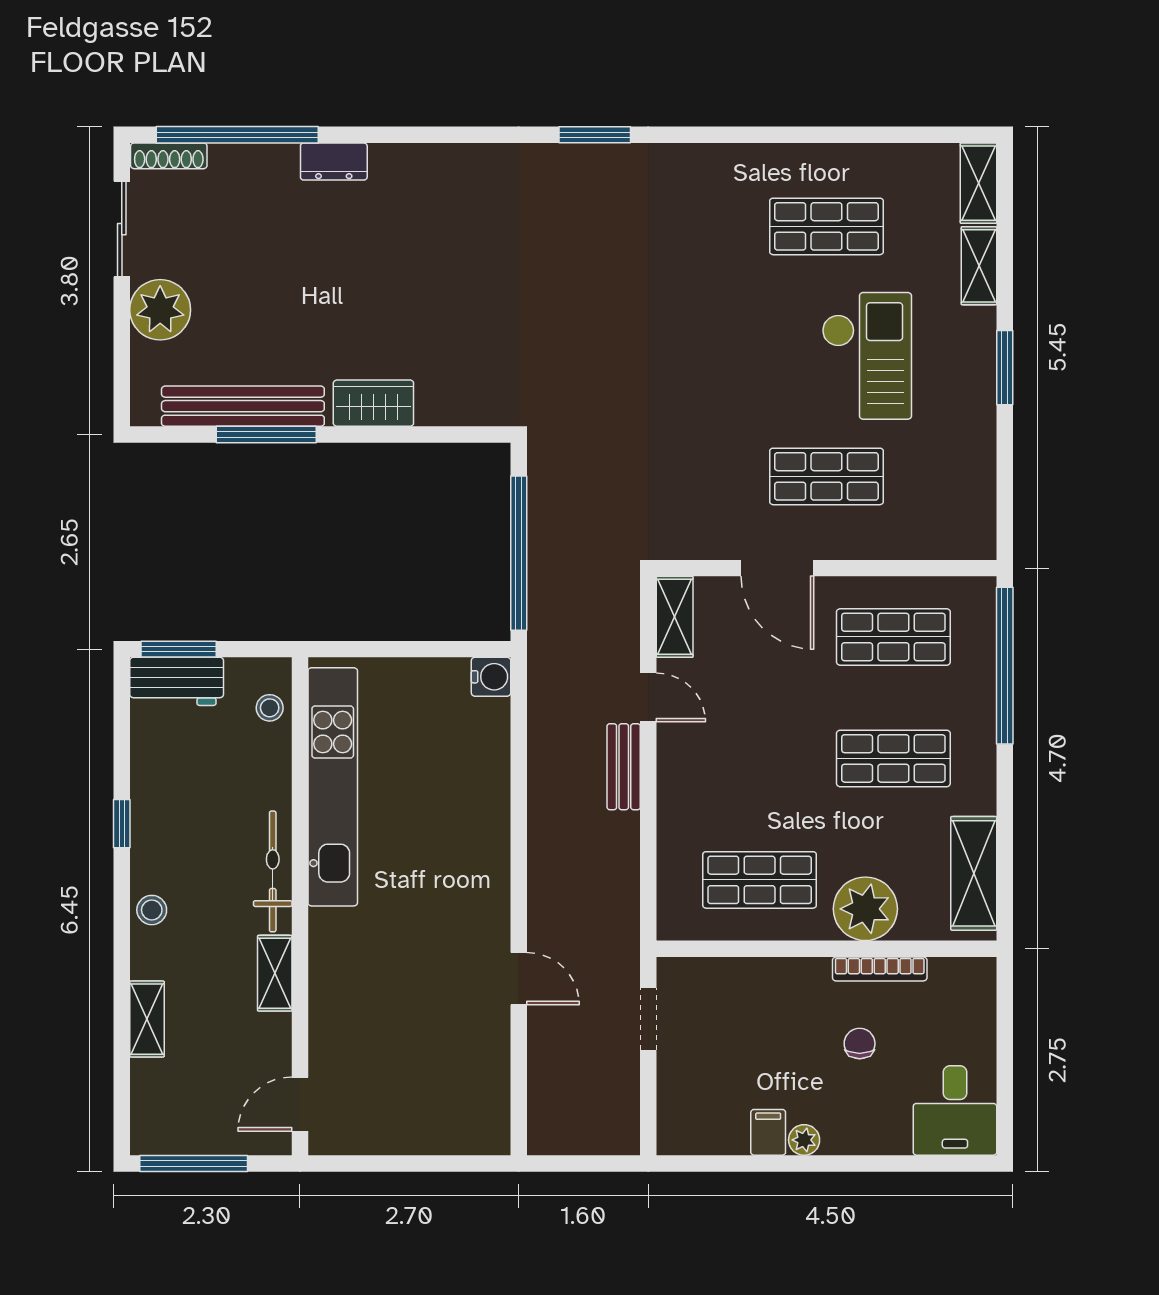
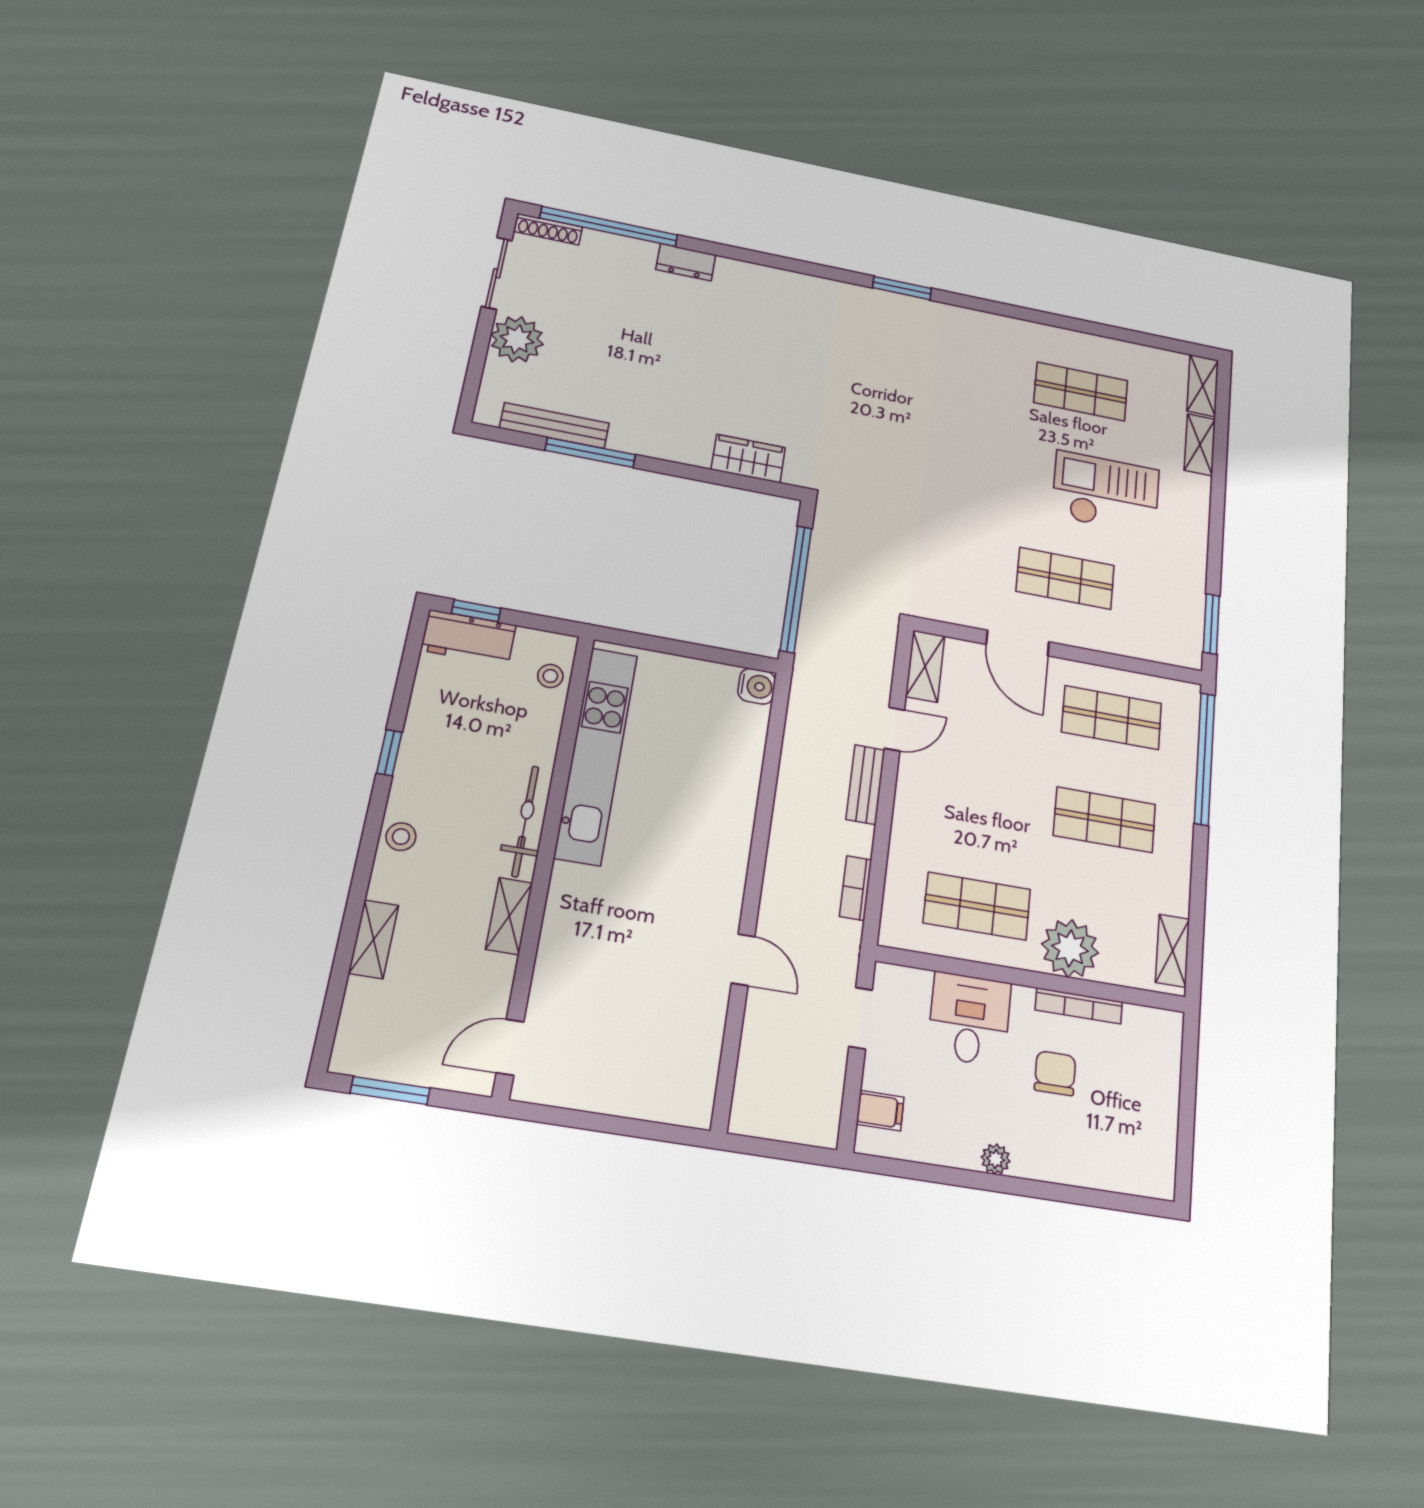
checkout: (867, 356) -> (1106, 493), turned -90
window: (1005, 368) -> (1211, 624), moved
wardrobe: (373, 403) -> (748, 459), moved
bench: (243, 406) -> (554, 426), width x0.73, depth x0.82
window: (179, 649) -> (476, 611), width x0.67
door: (648, 697) -> (894, 729), hinge flipped
shelving: (974, 873) -> (1172, 951), width x0.67, depth x0.75
bookcase: (627, 883) -> (856, 888), added
chair: (860, 1044) -> (1055, 1073), width x1.37, depth x1.37
desk: (955, 1110) -> (969, 1019), moved, turned 180
filing cabinet: (768, 1132) -> (880, 1111), moved, turned 90
window: (194, 1163) -> (390, 1091), width x0.69

